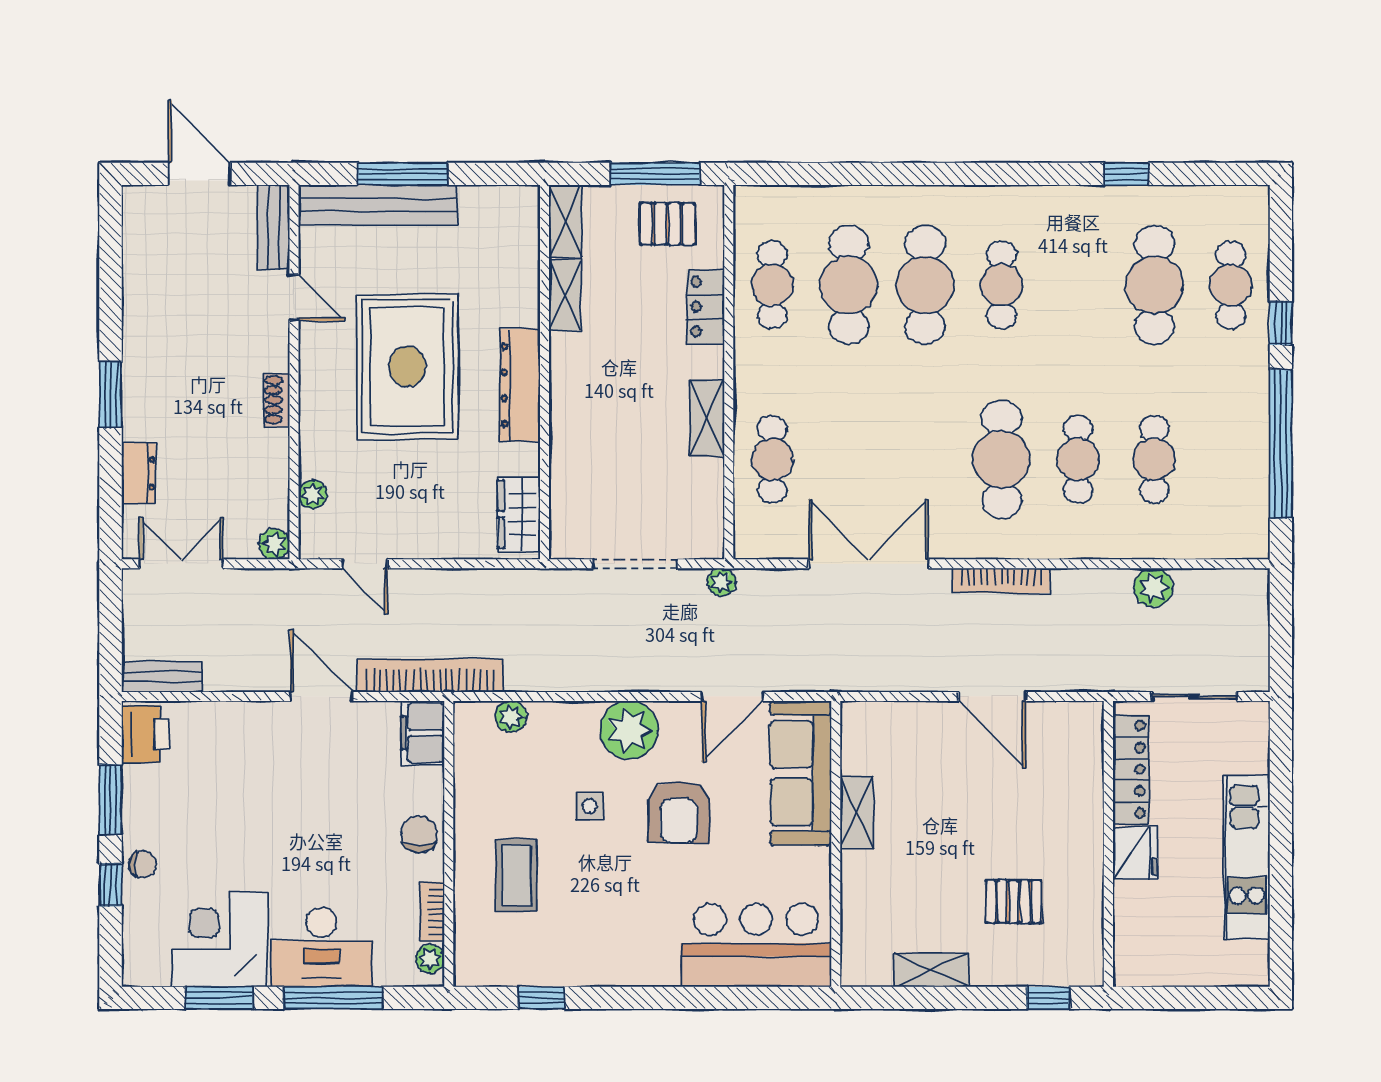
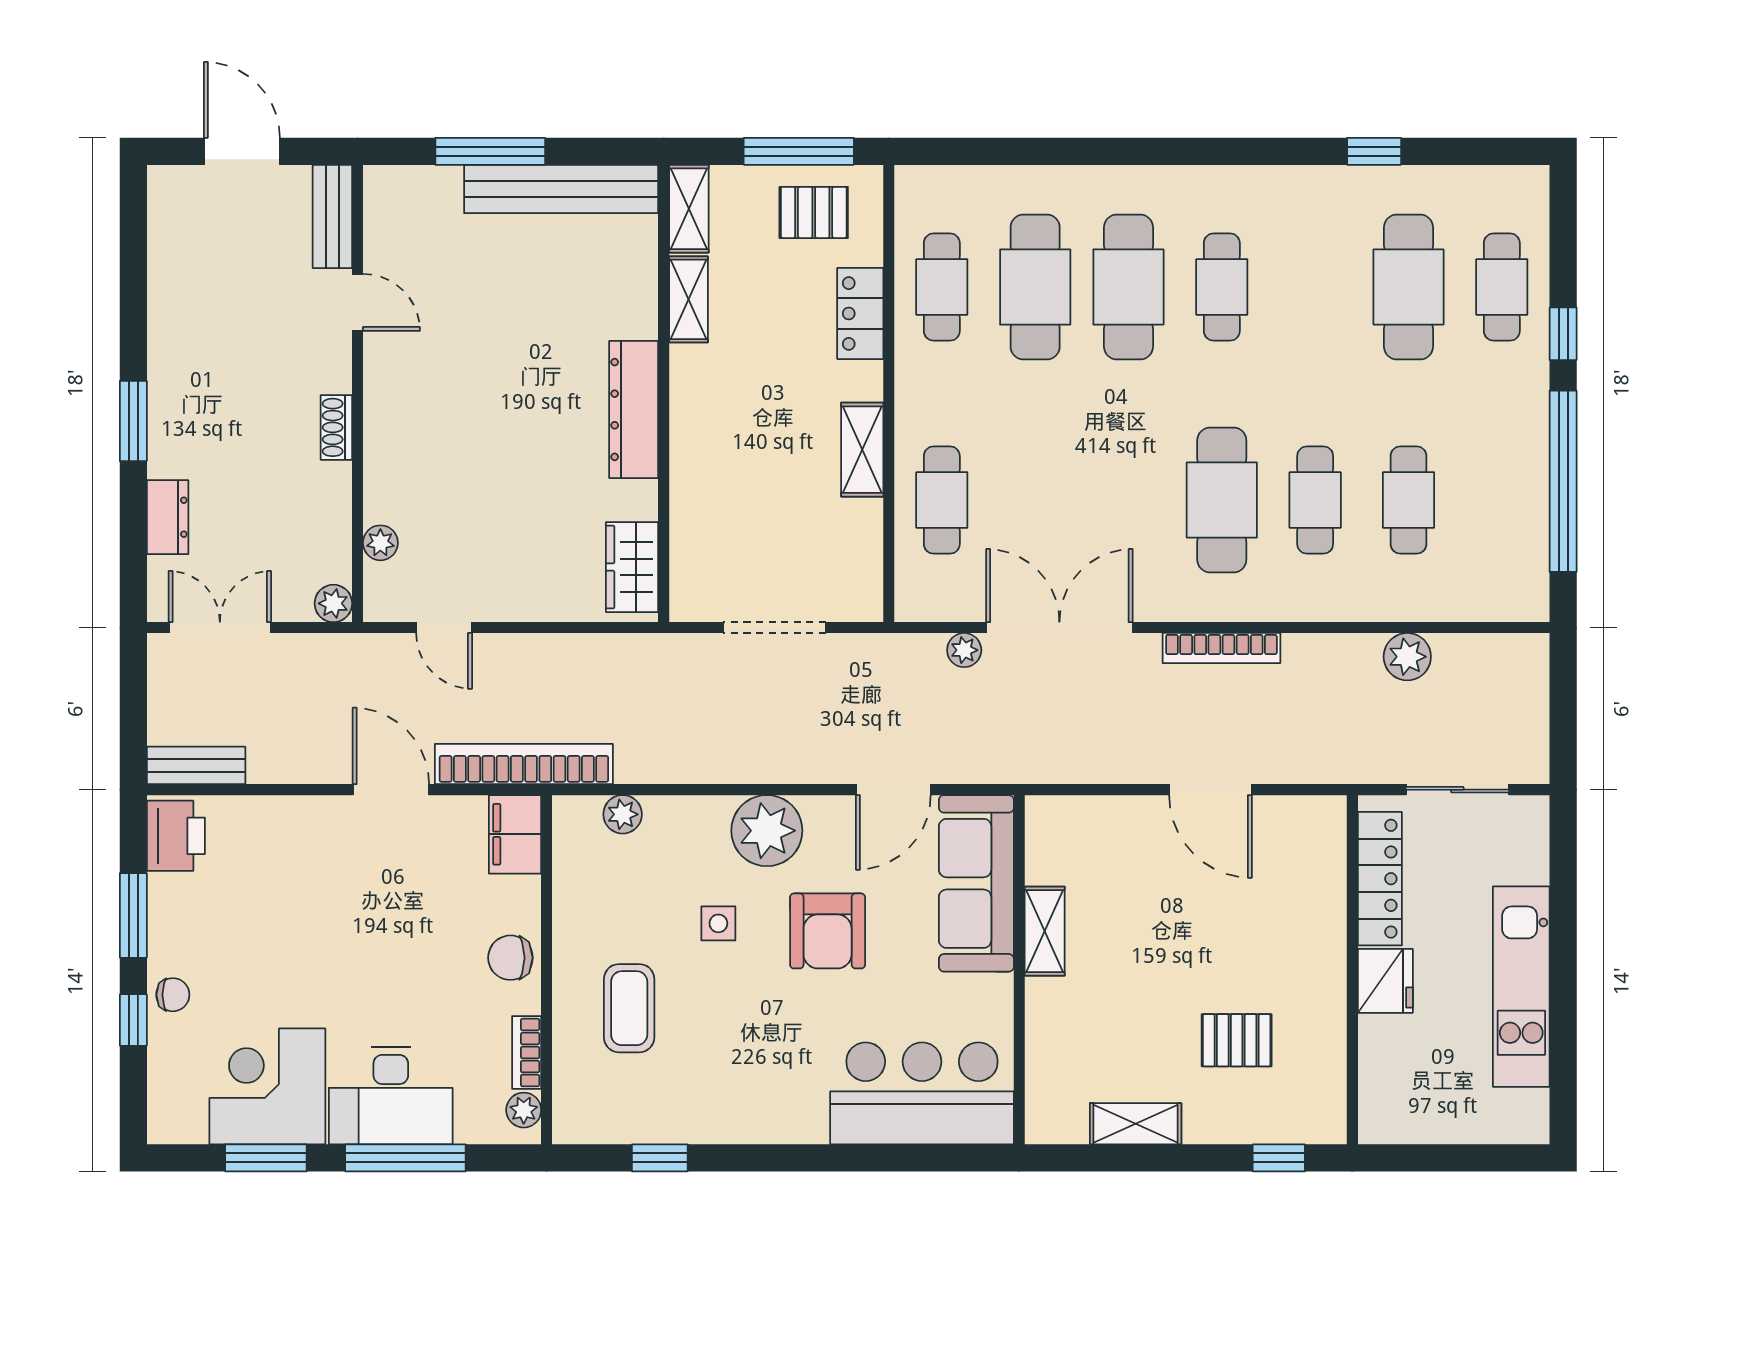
bench: (378, 205) -> (561, 189), moved
rug: (407, 366) -> (496, 387), removed
plant: (722, 582) -> (964, 650), moved
chair: (419, 834) -> (510, 958), turned -90

